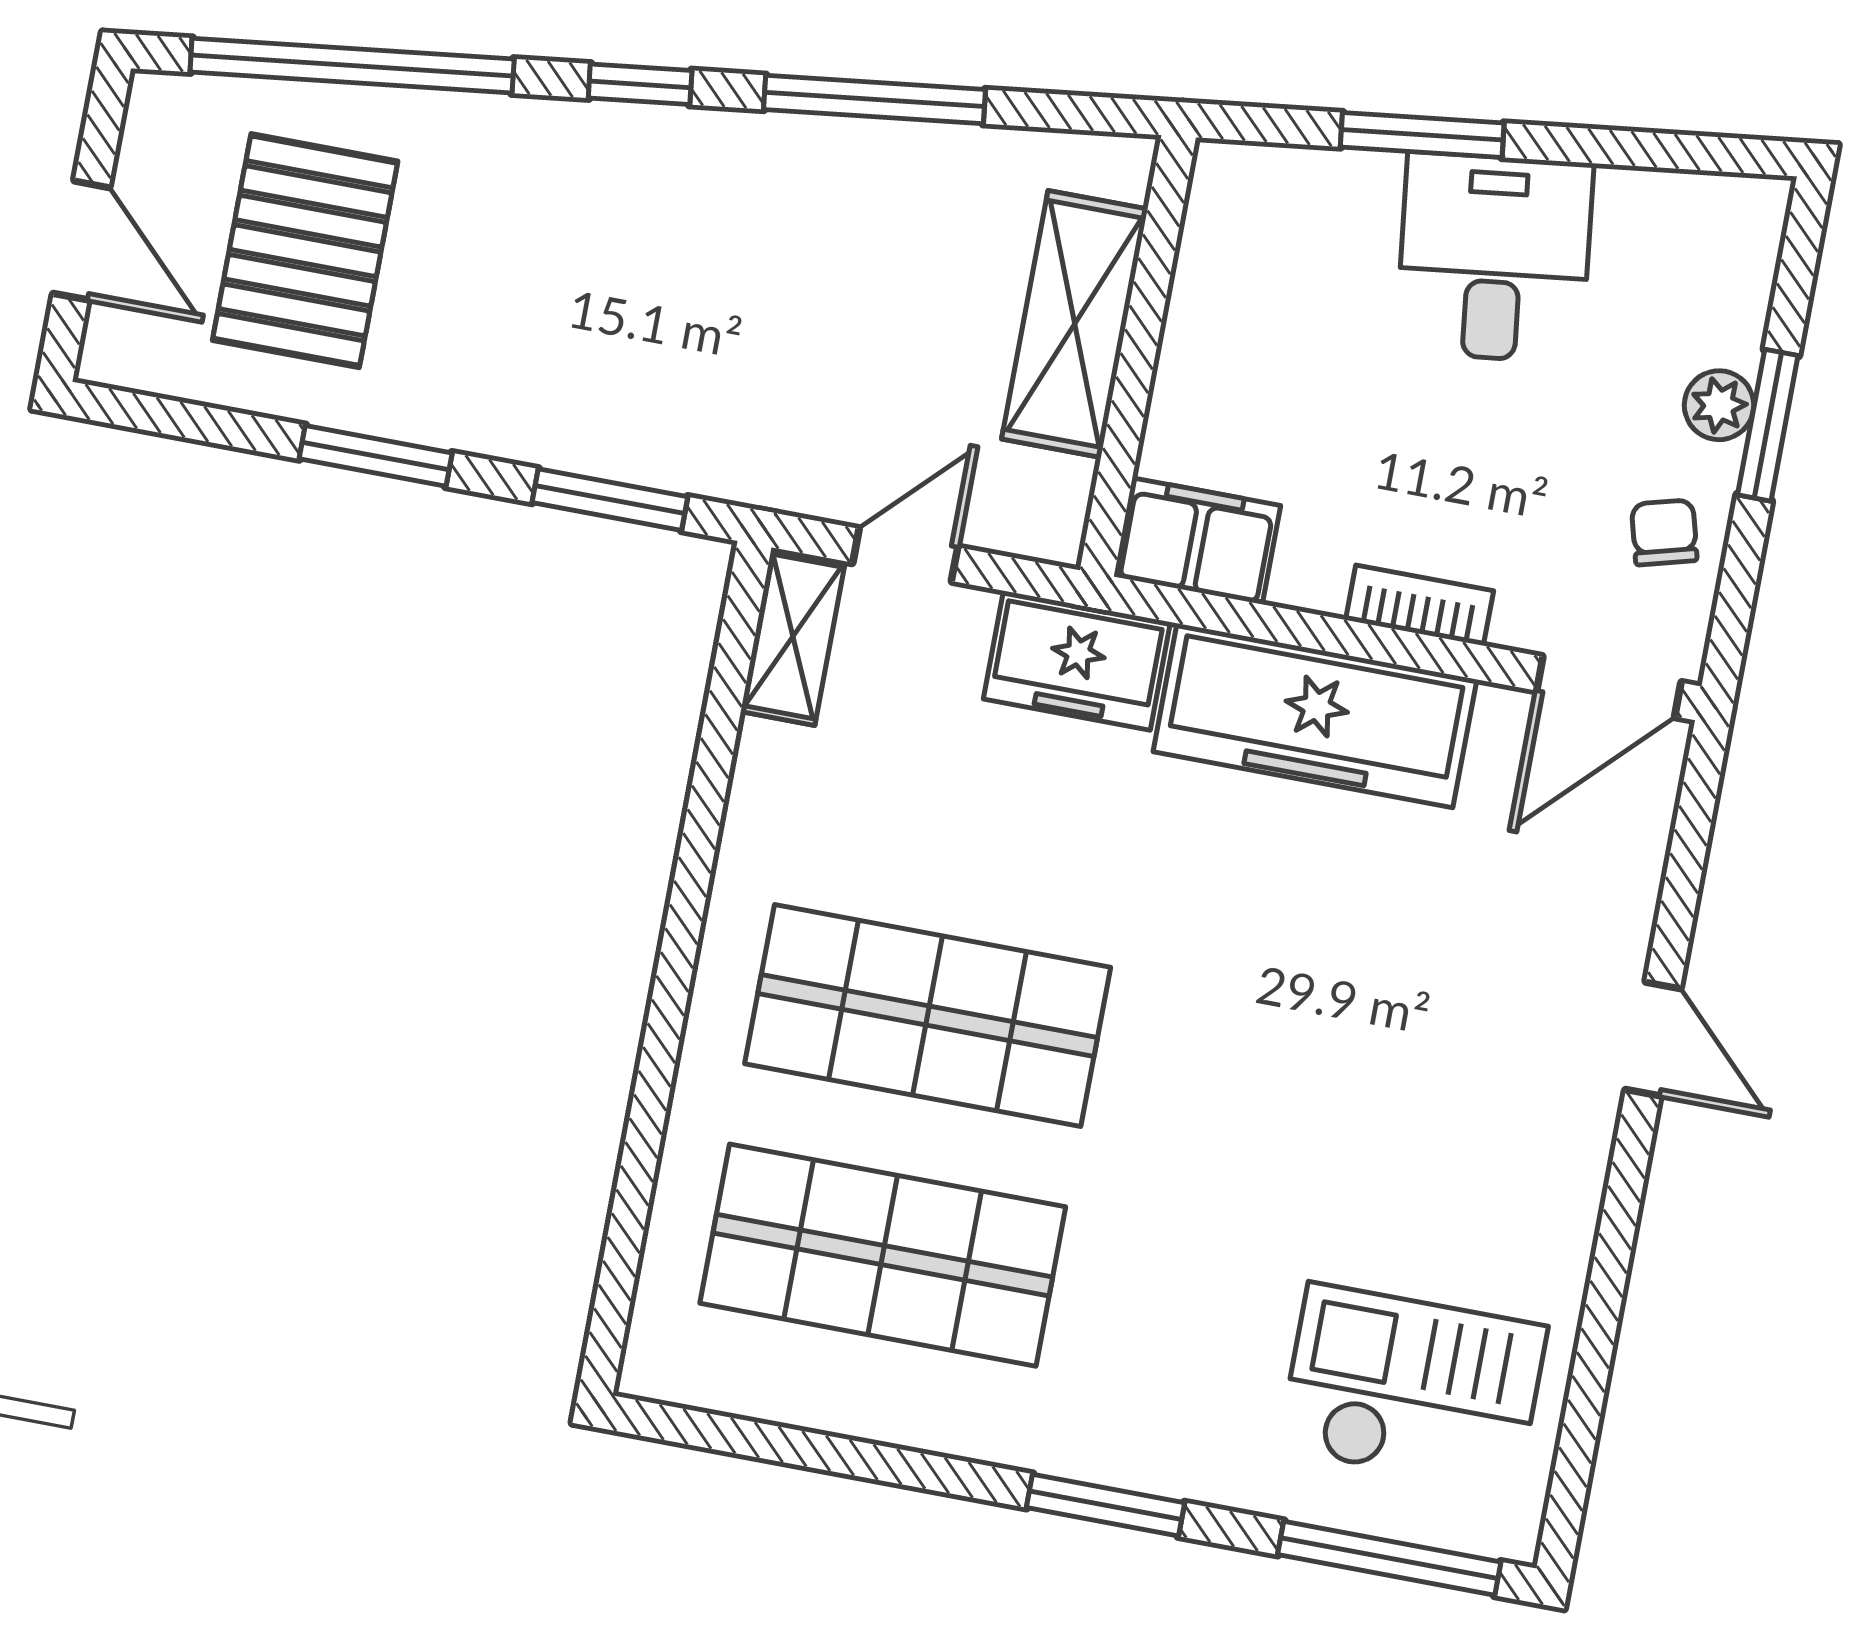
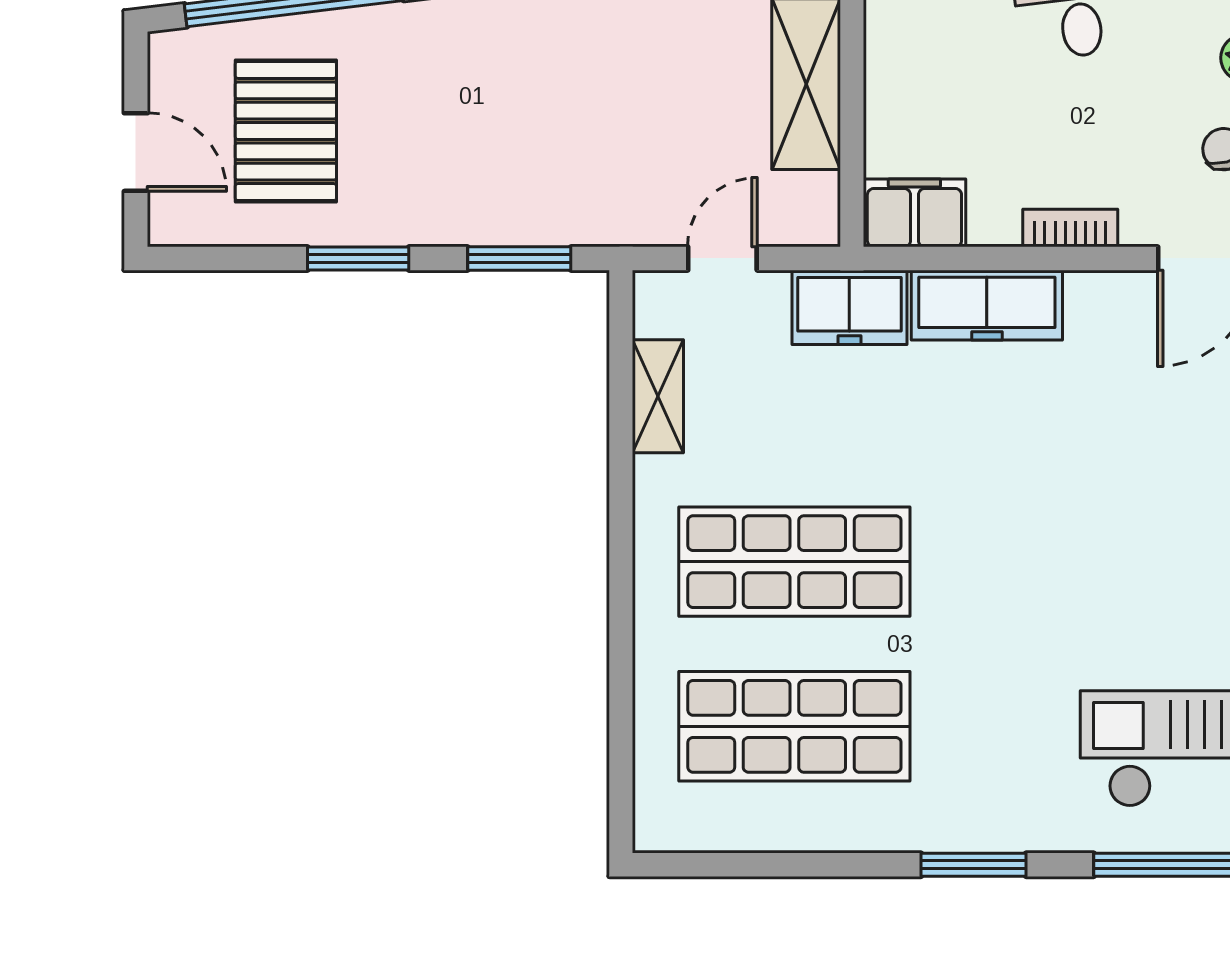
shelving: (793, 636) -> (658, 396), moved
freezer: (1315, 716) -> (987, 305), width x0.73, depth x0.79

